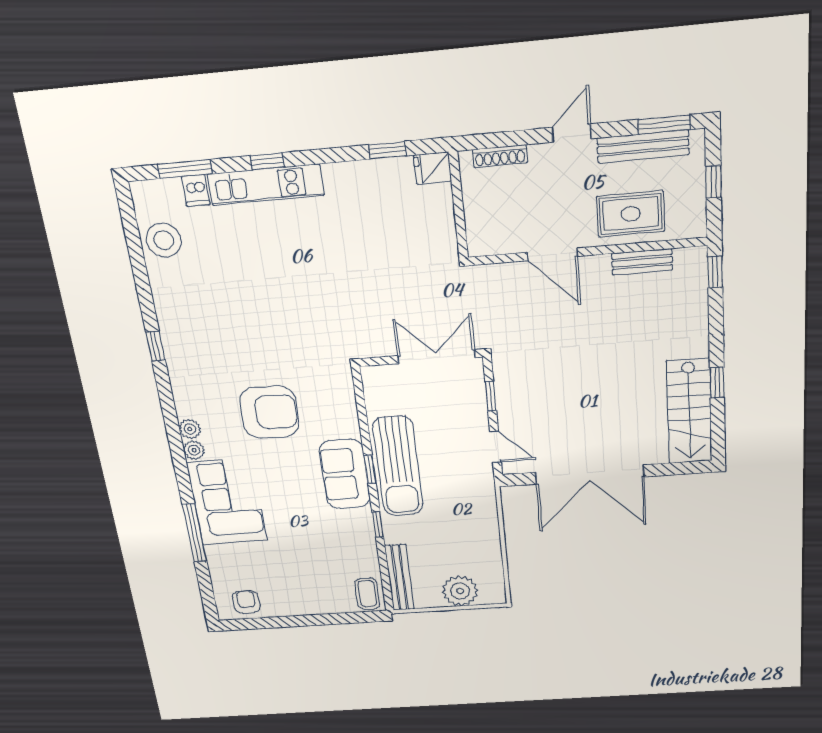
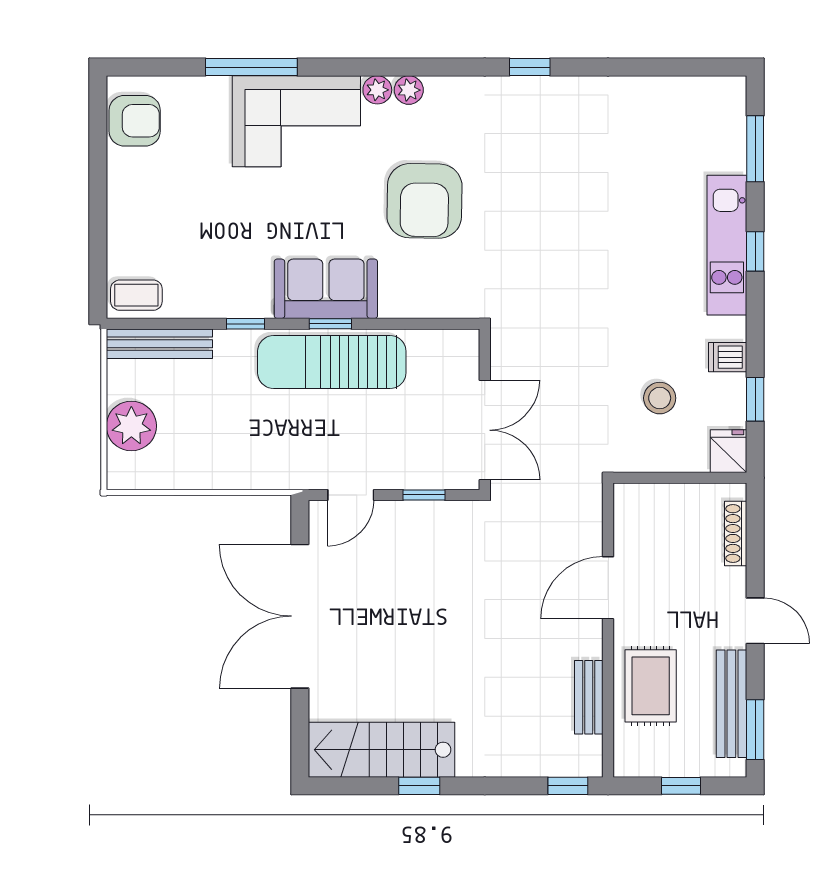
dishwasher: (196, 191) -> (728, 357), moved
stool: (164, 240) -> (660, 398), moved, width x0.73, depth x0.73
armchair: (246, 602) -> (135, 121), width x1.38, depth x1.38

